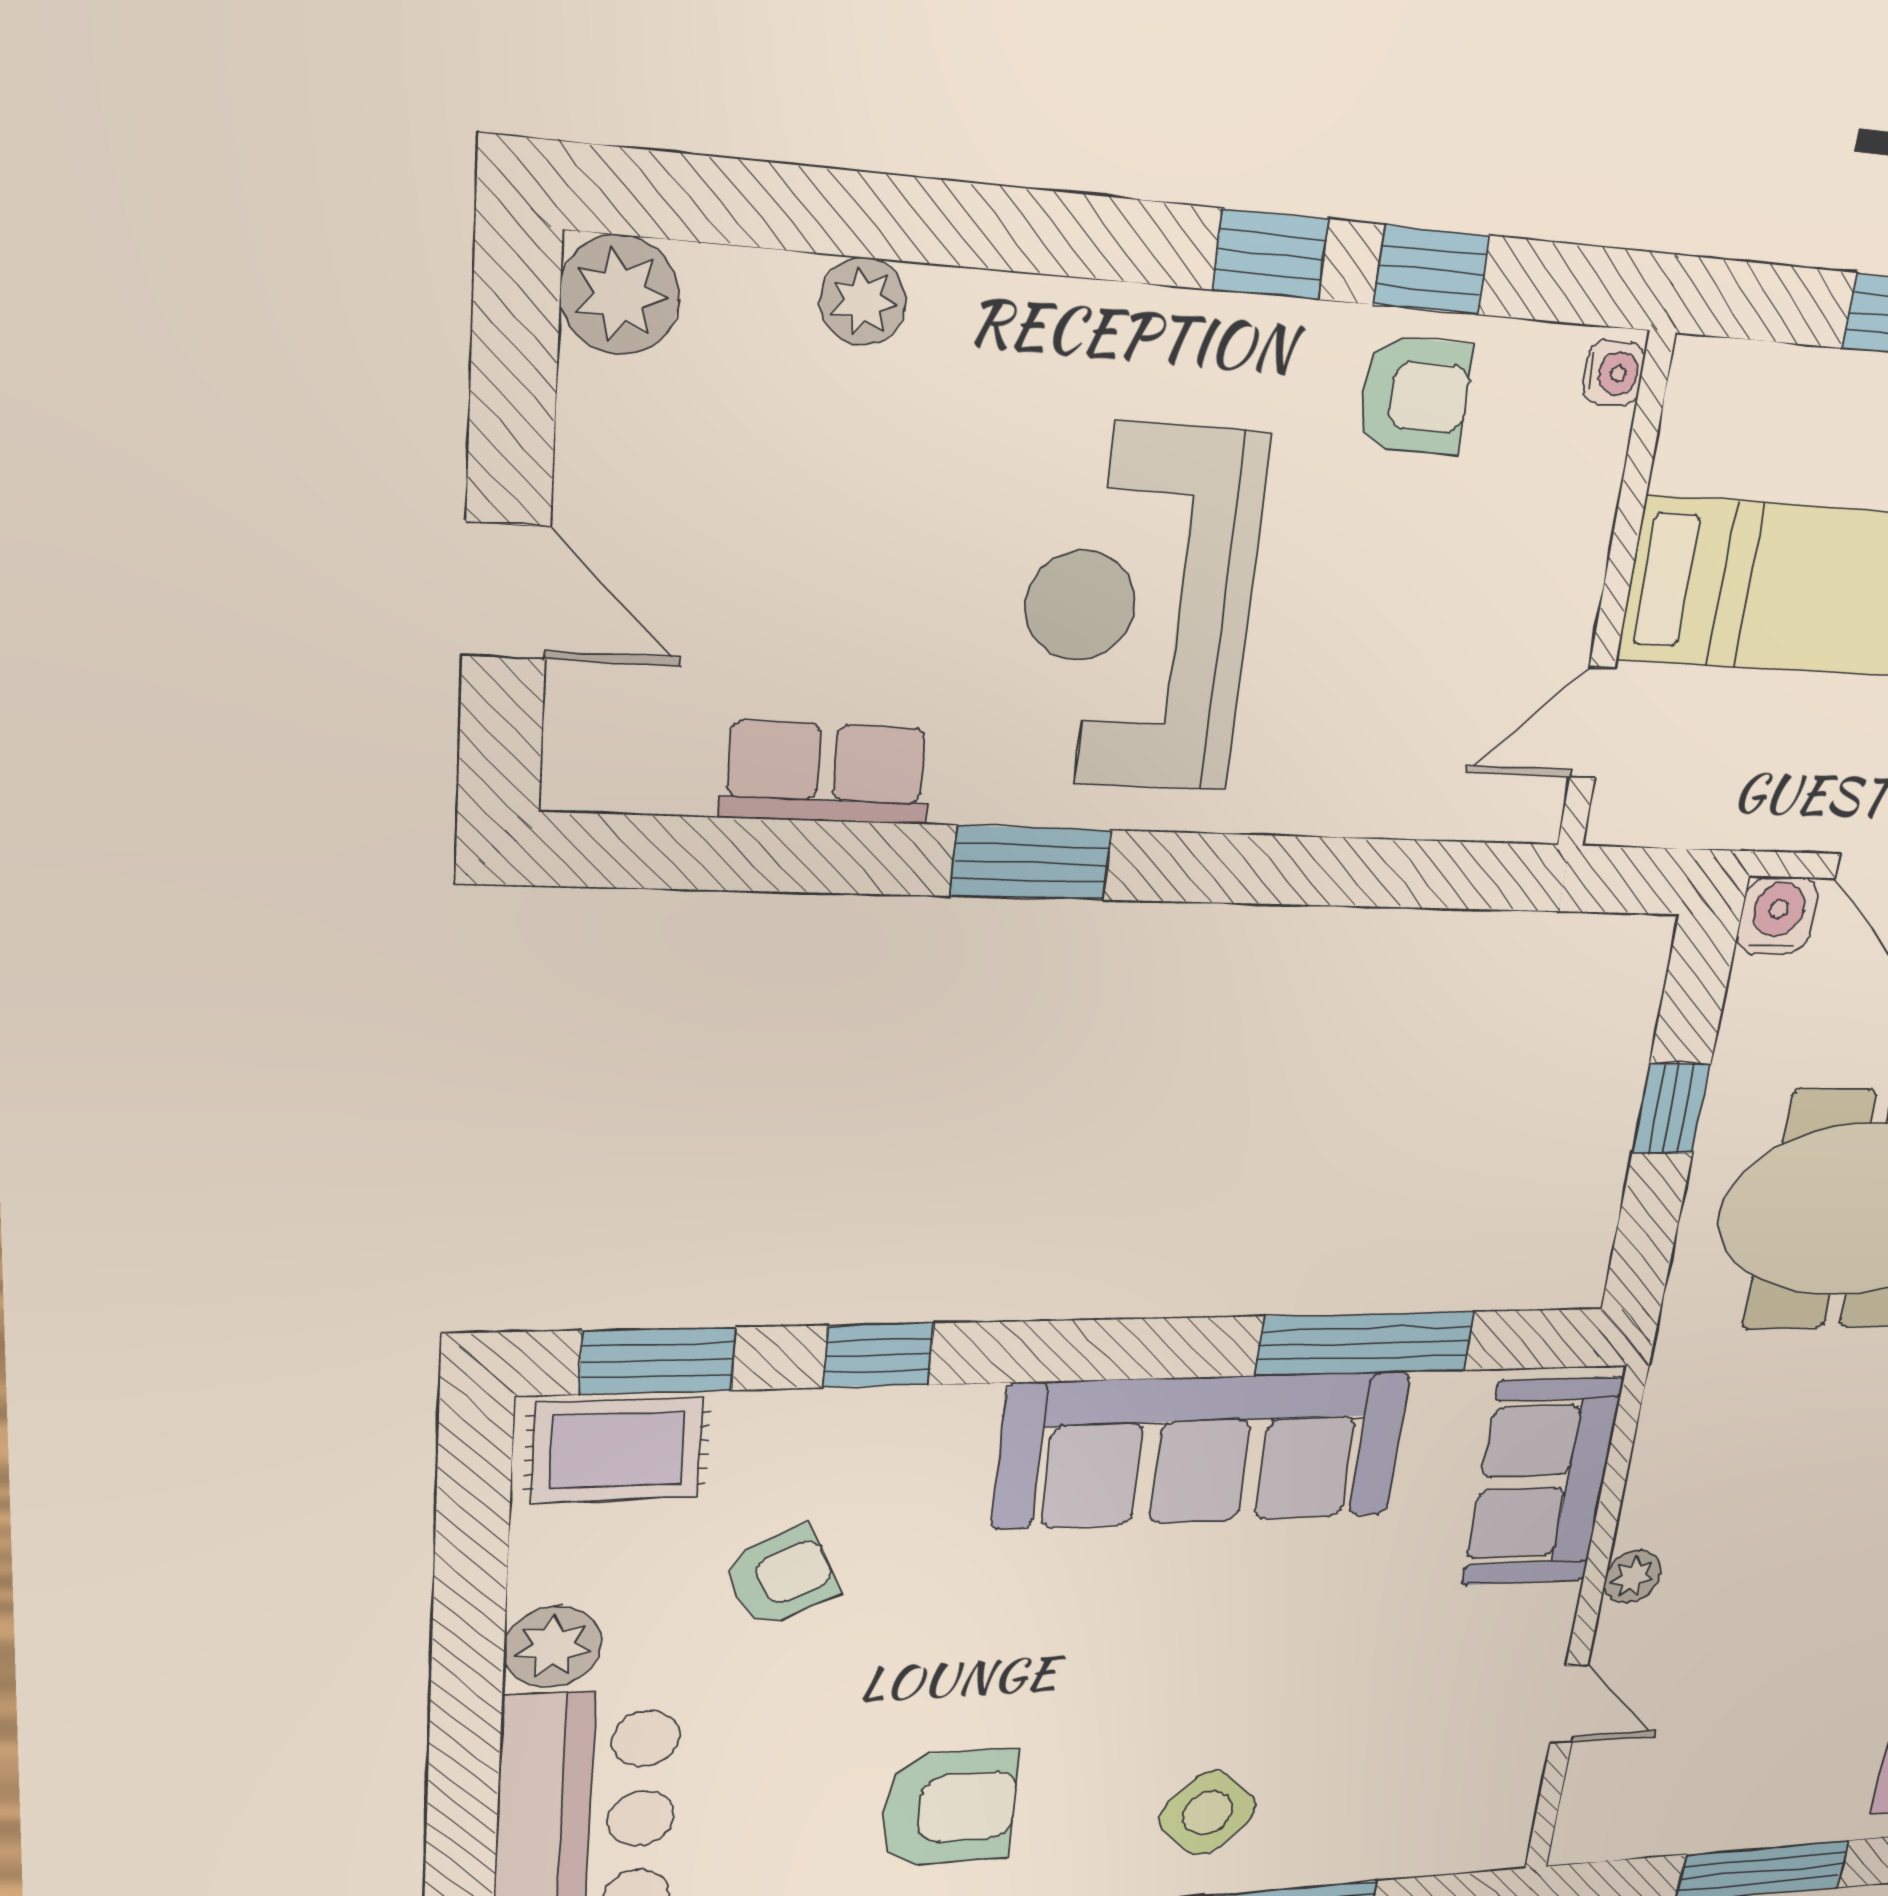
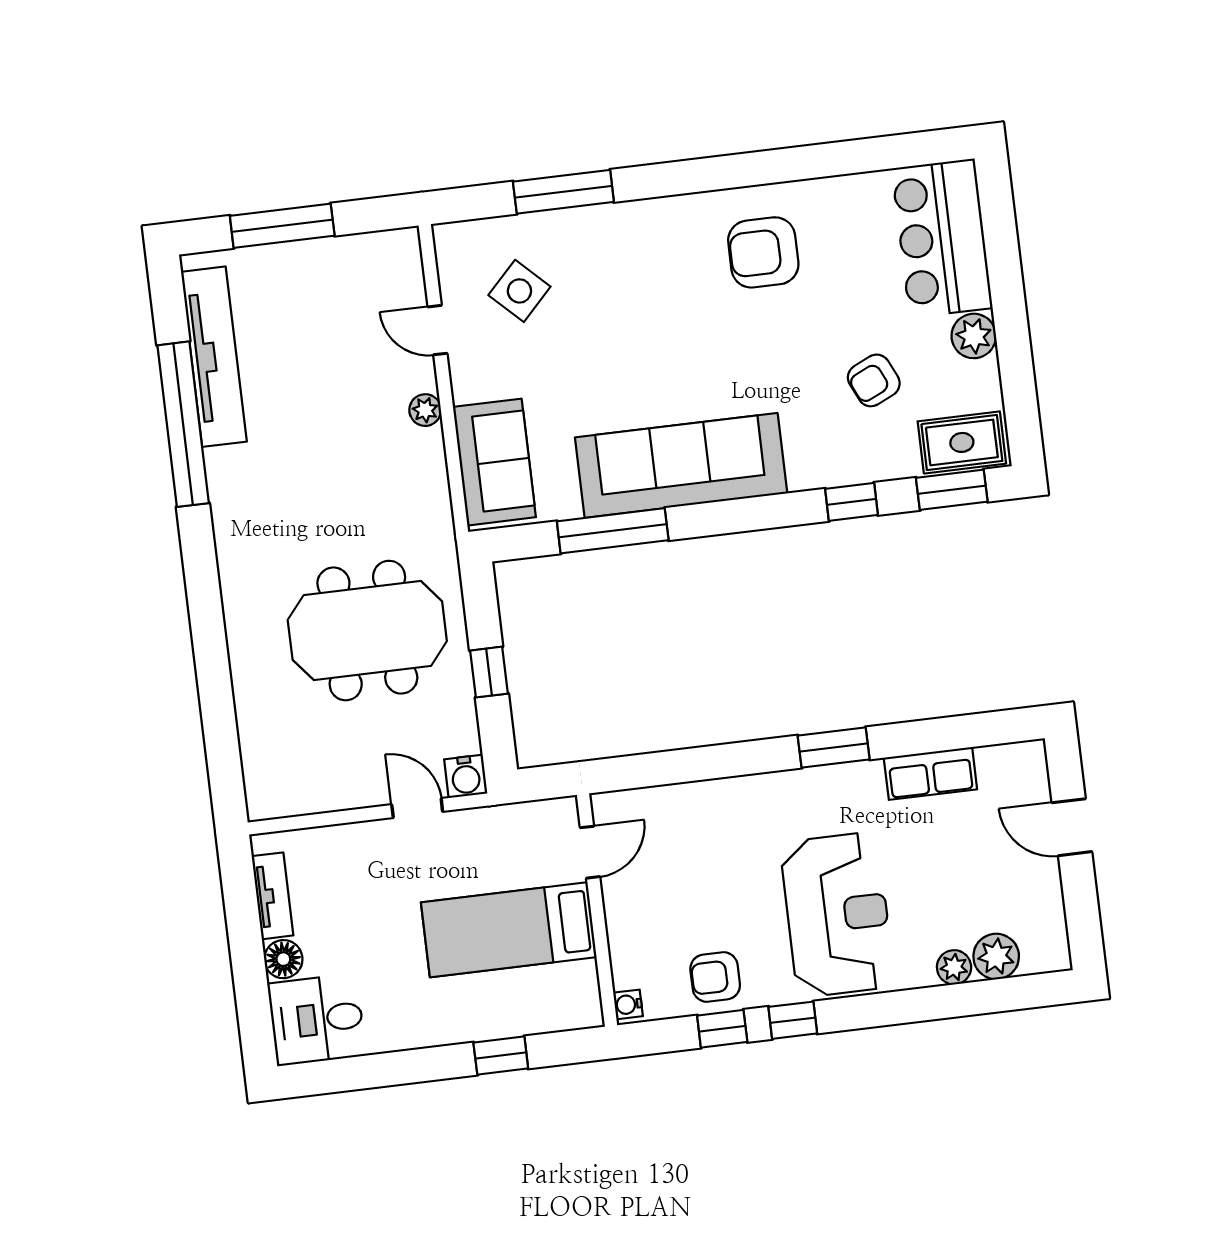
plant: (620, 295) -> (996, 956), moved
reception desk: (1139, 609) -> (837, 915), moved
side table: (1208, 1813) -> (519, 291), moved

